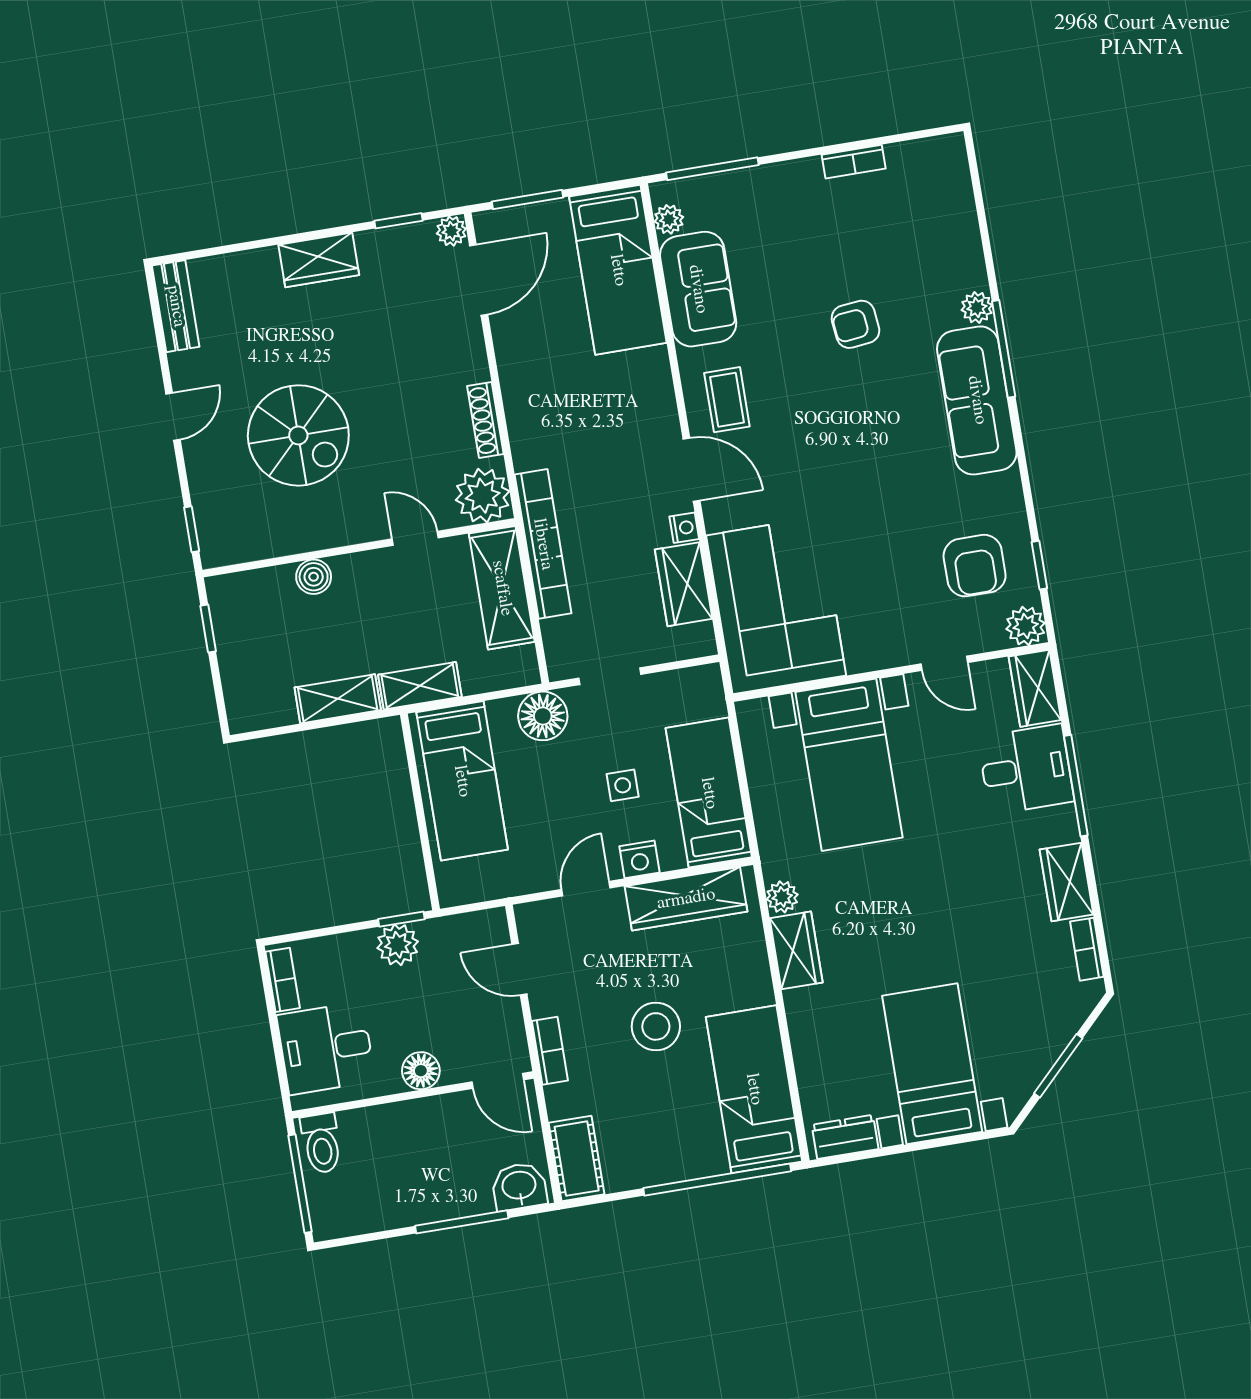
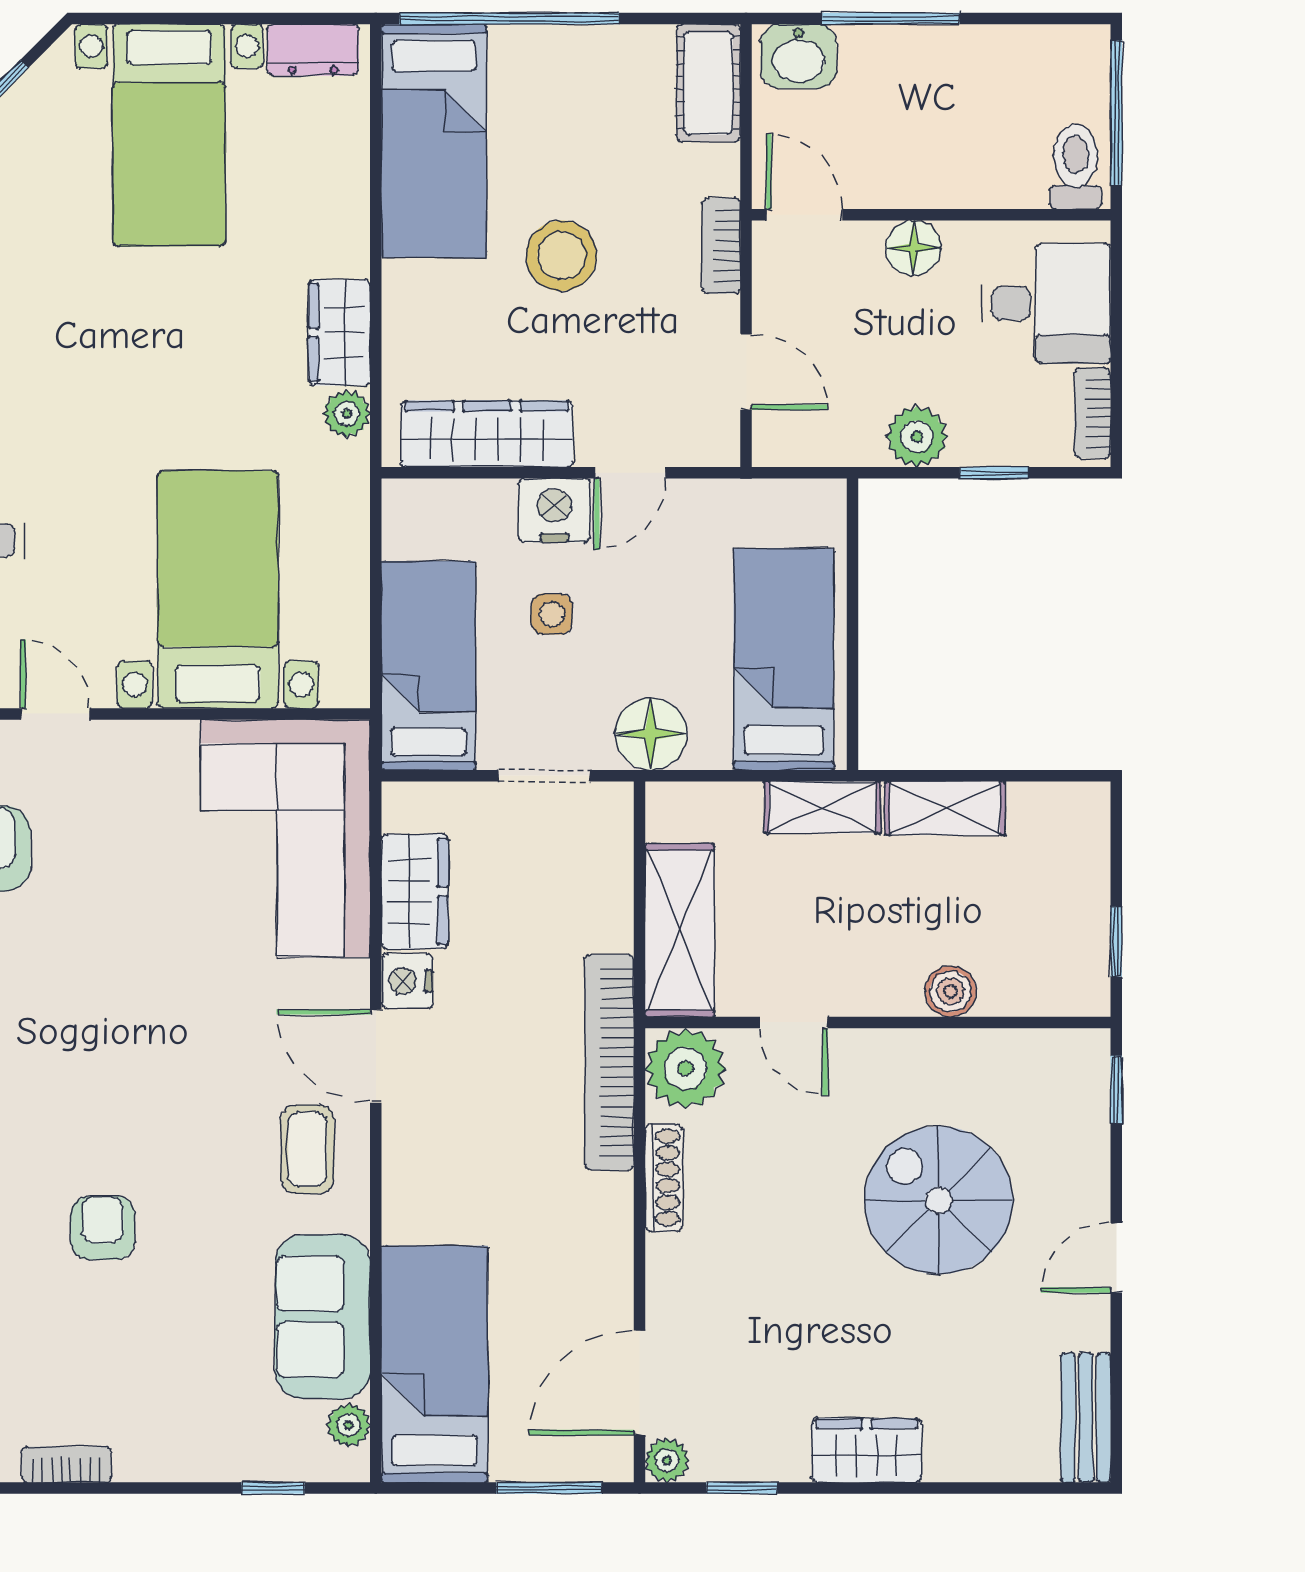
window: (712, 169) -> (273, 1488), width x0.46
armchair: (855, 324) -> (103, 1228), turned -84
nightstand: (684, 528) -> (407, 981), width x1.39, depth x1.35
bookcase: (543, 544) -> (609, 1062), moved
bed: (709, 793) -> (428, 666), moved, turned 180
nightstand: (640, 859) -> (554, 510), width x1.36, depth x1.33
window: (401, 919) -> (994, 473), moved

